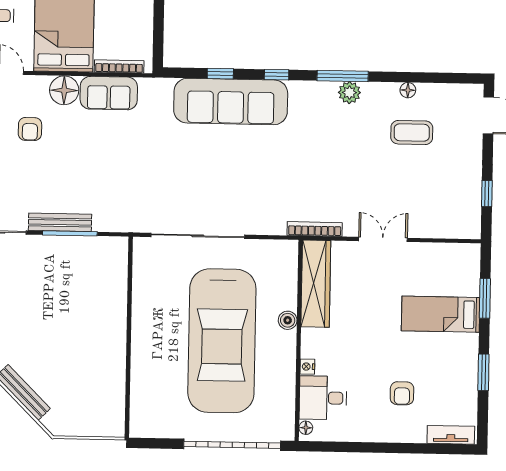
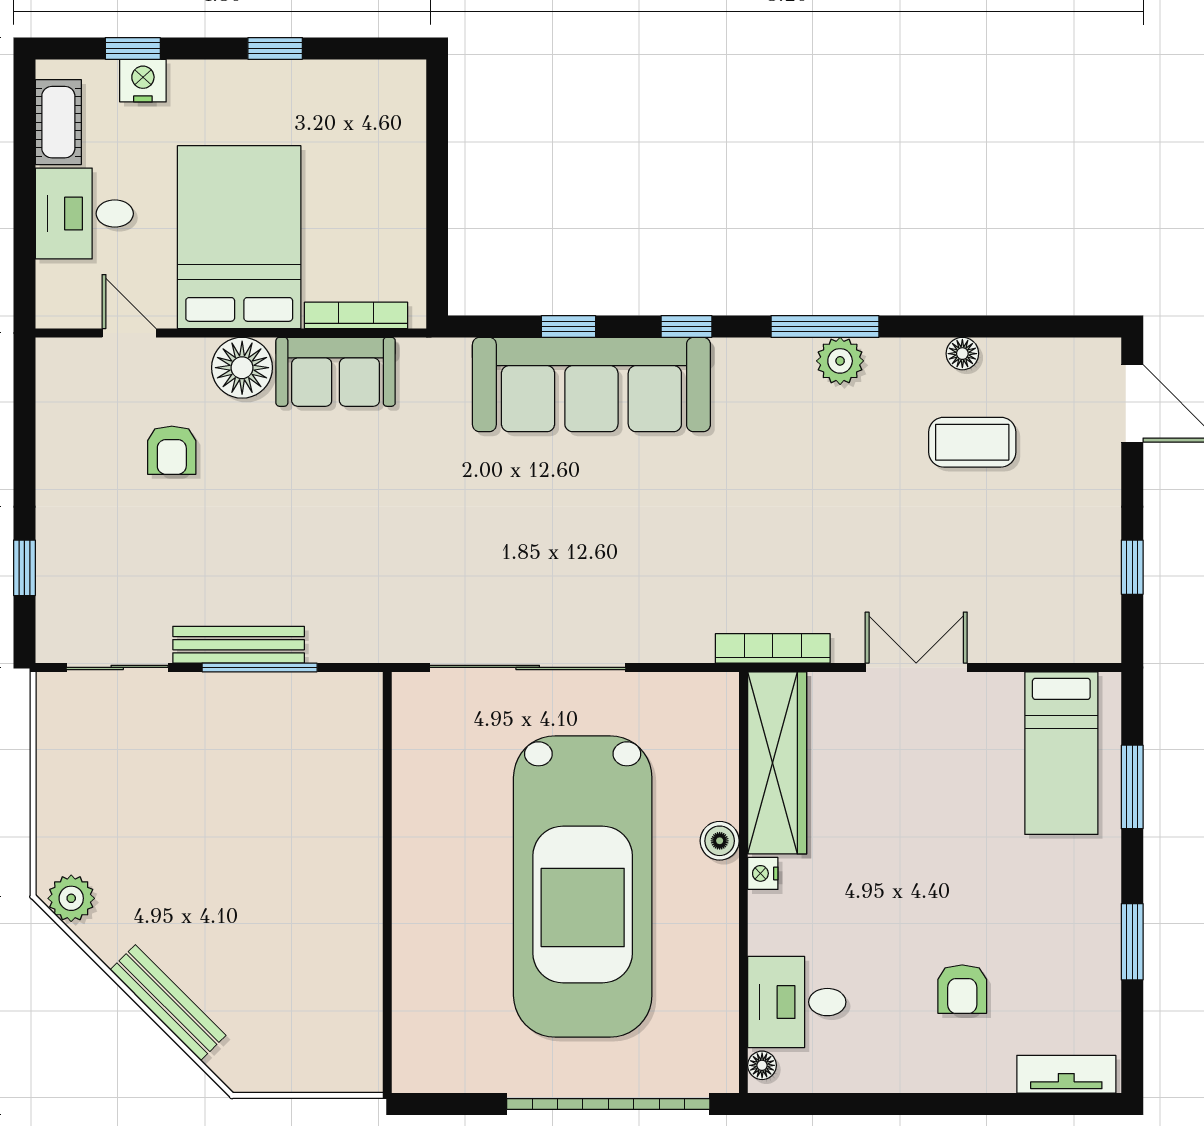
bed: (441, 314) -> (1061, 753), moved, turned -90
nightstand: (307, 367) -> (763, 873), moved

